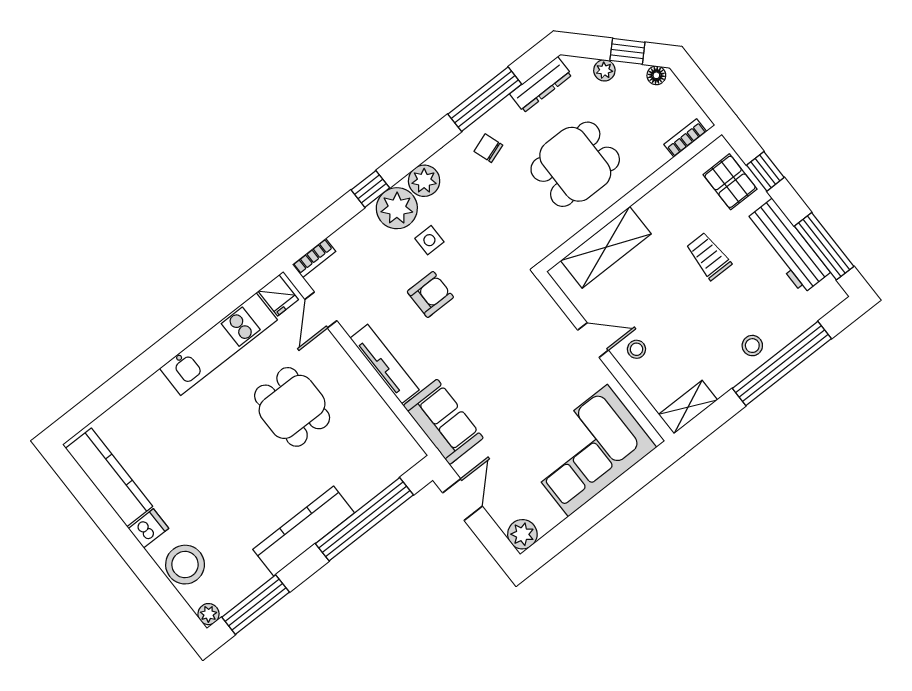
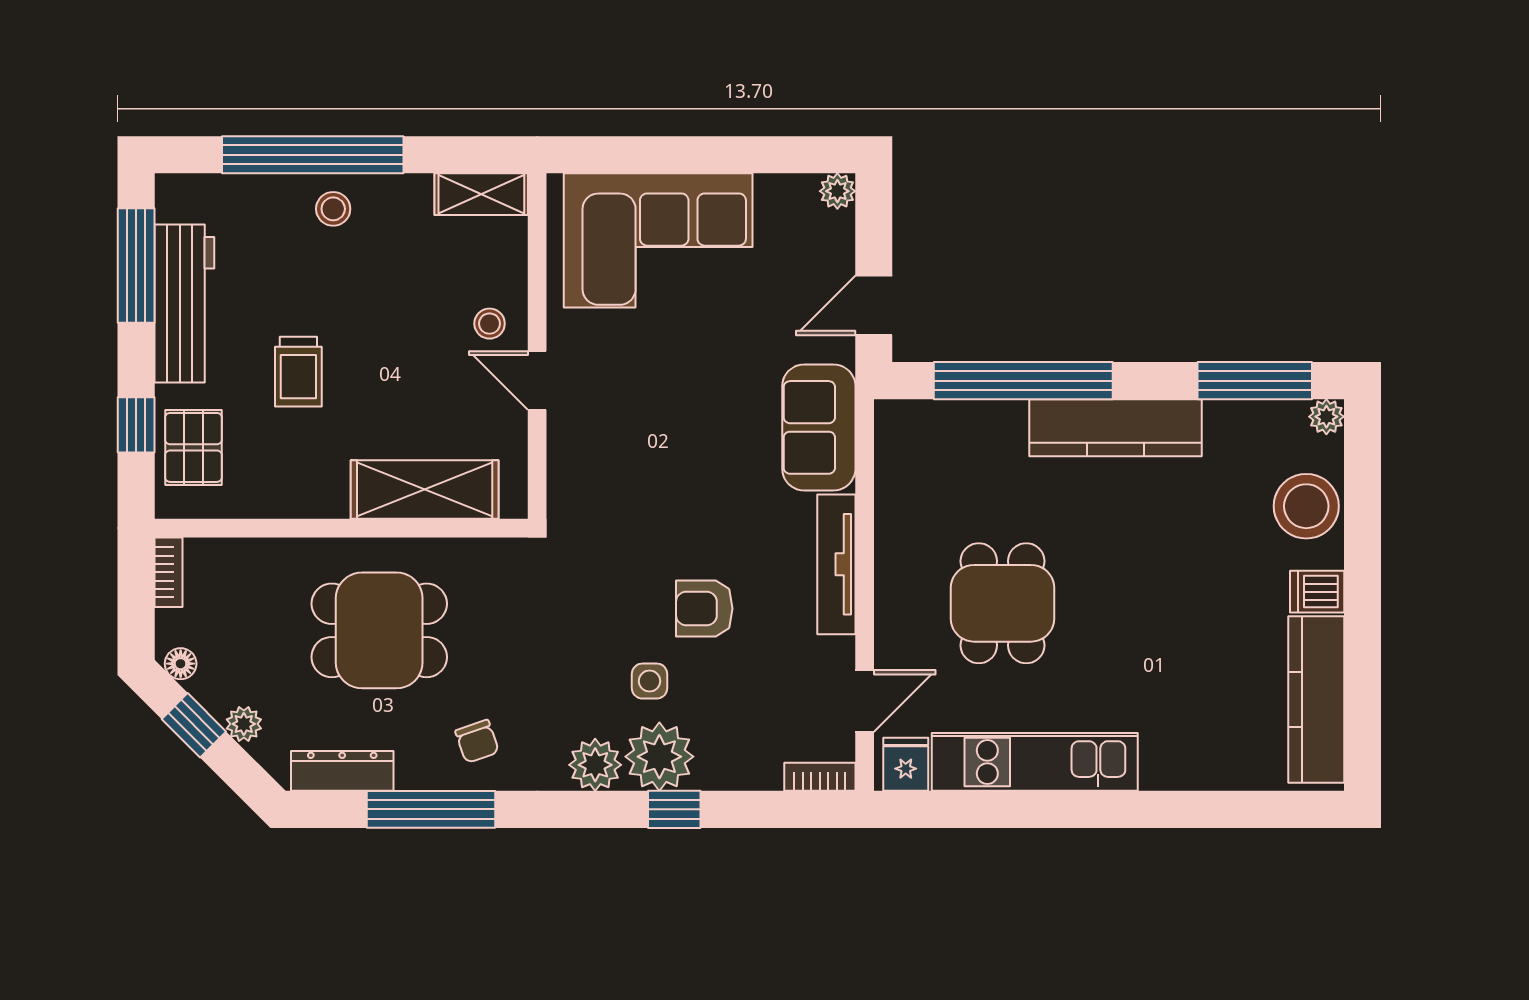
bookcase: (685, 138) -> (168, 572), moved, turned -90
plant: (522, 534) -> (837, 191), width x0.73, depth x0.73

